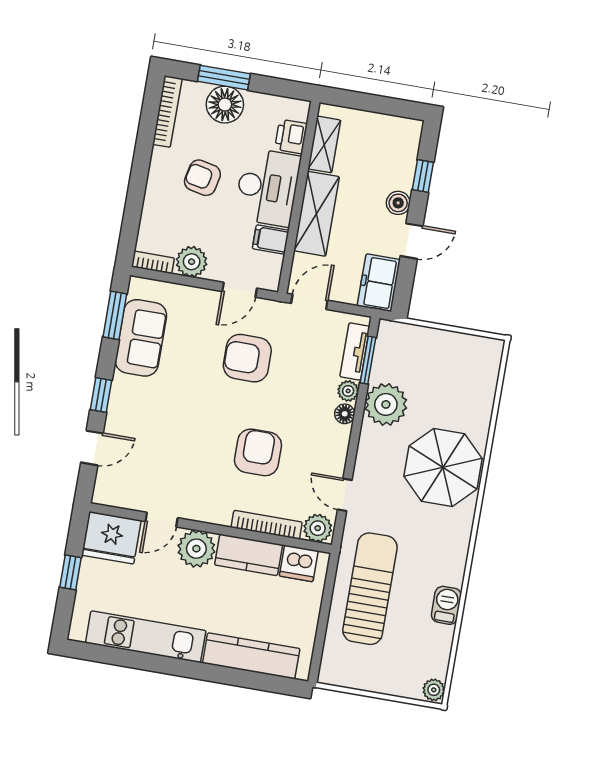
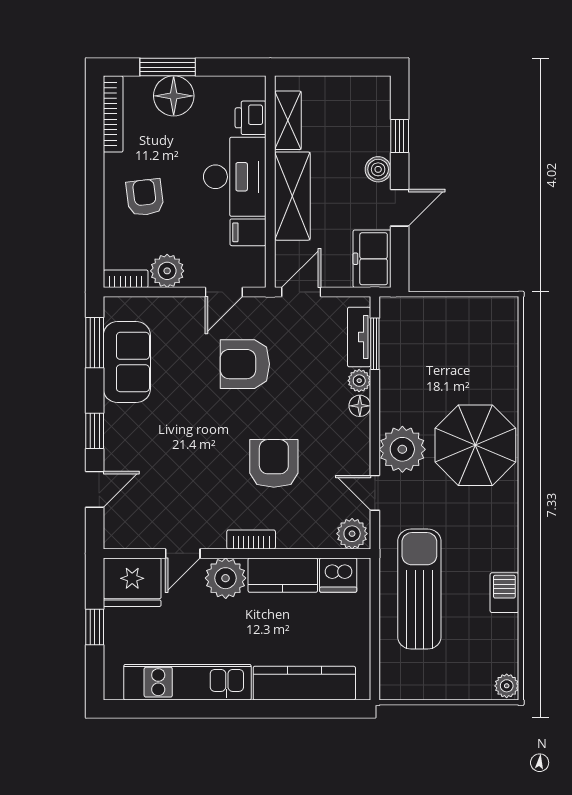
armchair: (202, 178) -> (145, 197), moved, turned 71
plant: (386, 404) -> (402, 449), moved
bookcase: (267, 525) -> (251, 539), moved, width x0.64

